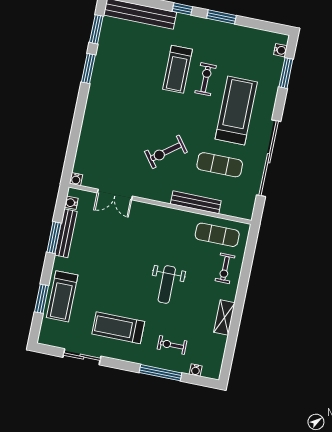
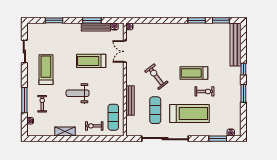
treadmill: (177, 69) -> (194, 73), moved
treadmill: (62, 296) -> (91, 61), moved

